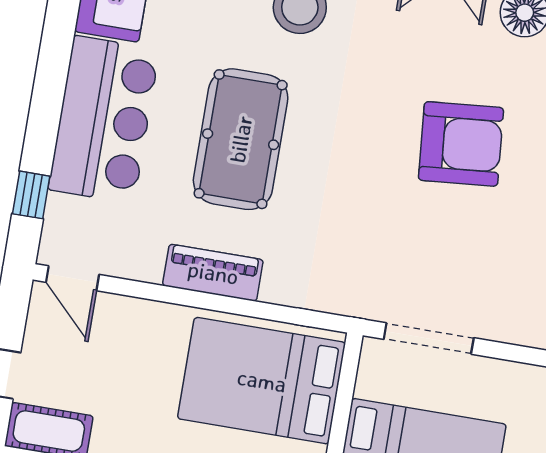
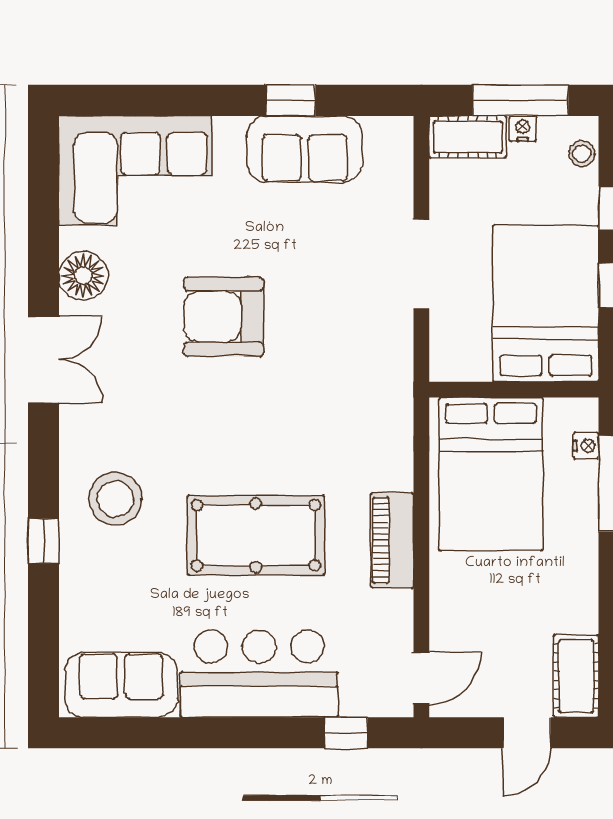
armchair: (461, 144) -> (224, 317), turned -85
doorway: (429, 339) -> (421, 264), moved

